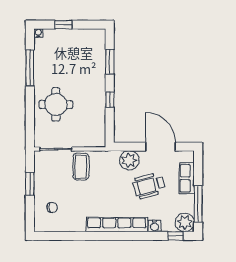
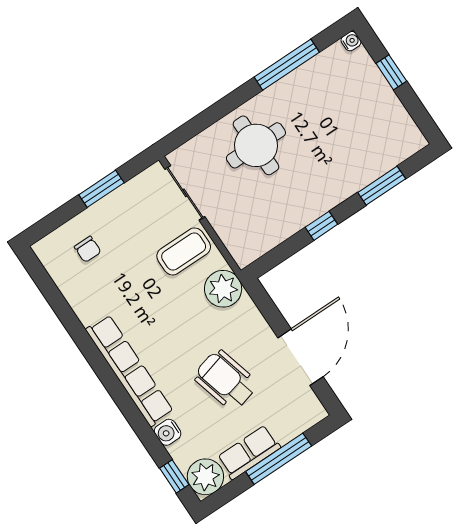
plant: (129, 160) -> (223, 289), moved
row of seats: (187, 178) -> (249, 452), moved
window: (198, 204) -> (279, 459), moved

